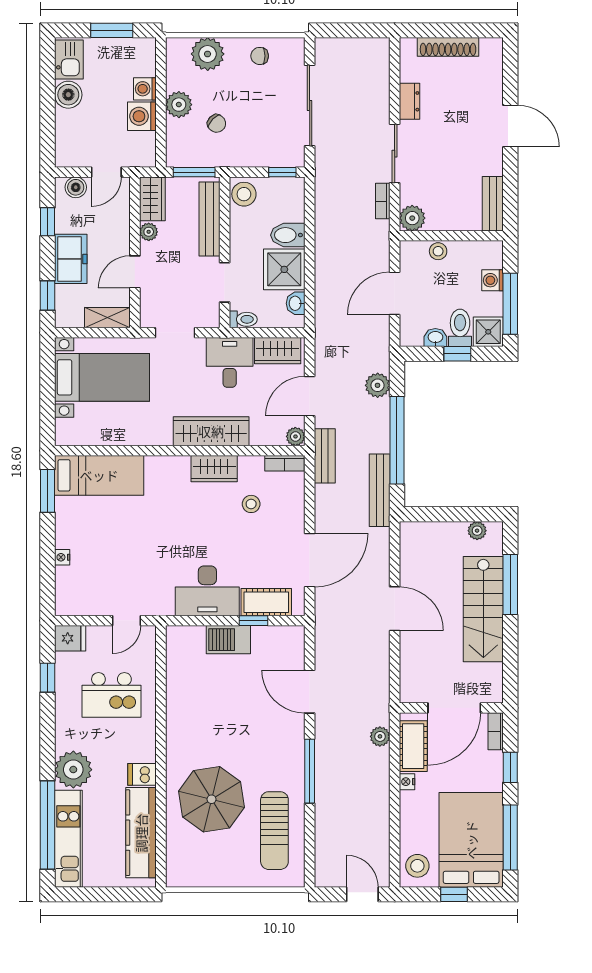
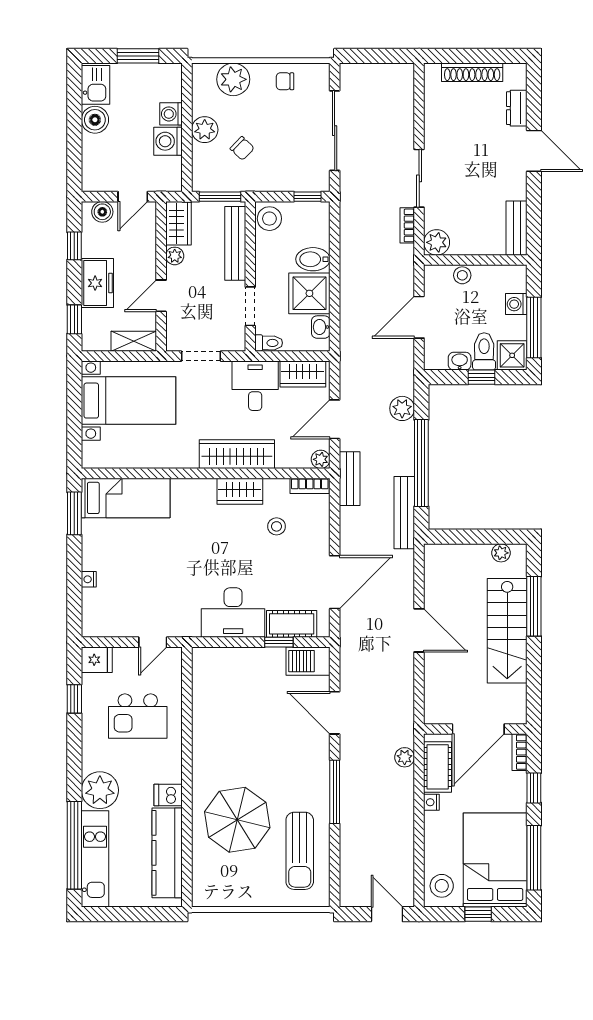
dresser: (409, 101) -> (517, 108), moved, turned 180
barbecue: (228, 640) -> (308, 661), moved

